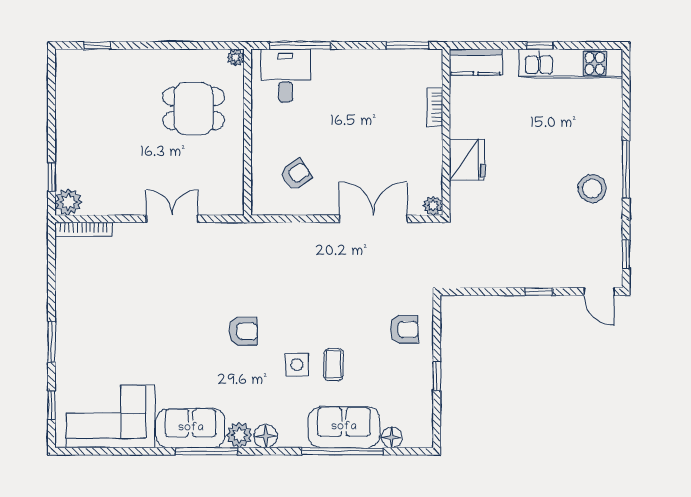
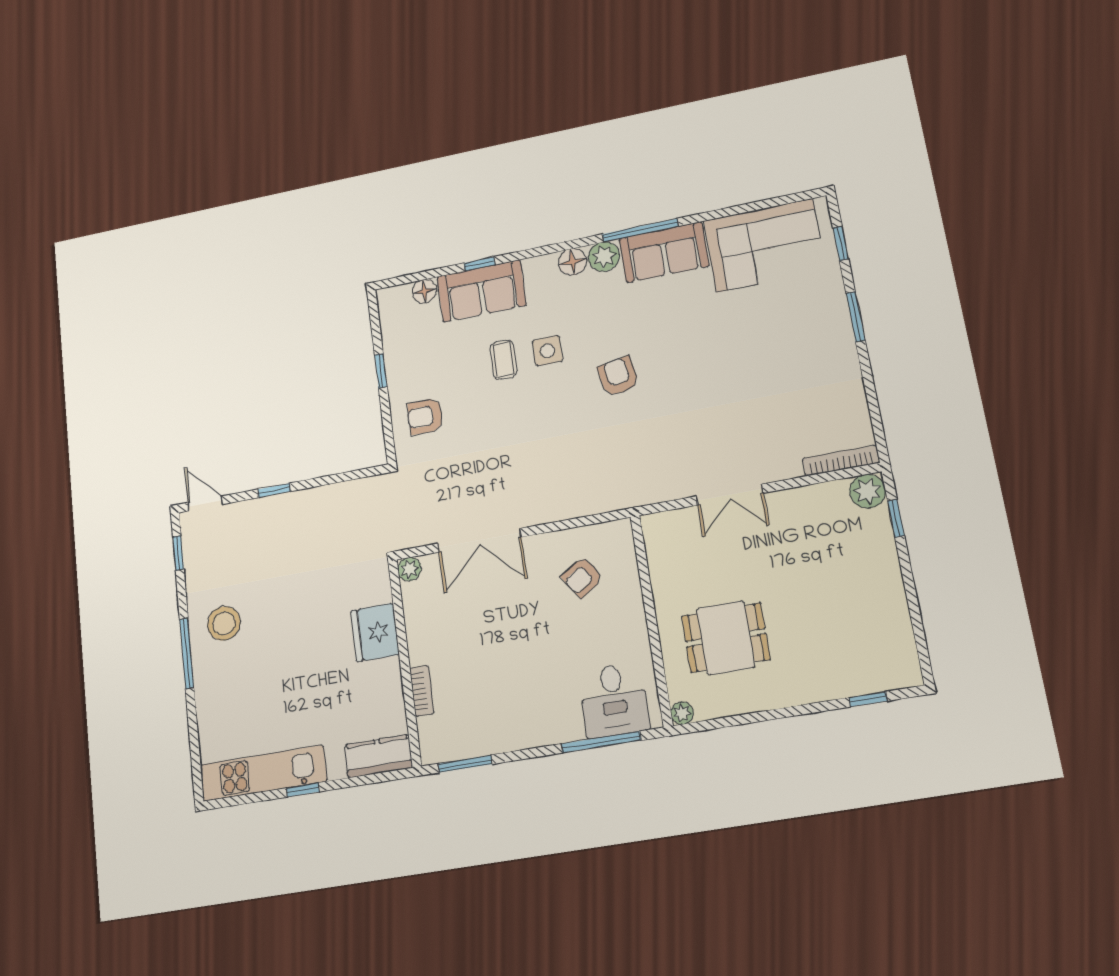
armchair: (243, 331) -> (618, 376), turned 80
window: (342, 451) -> (479, 264), width x0.32

